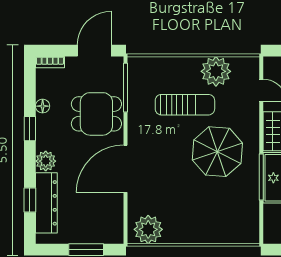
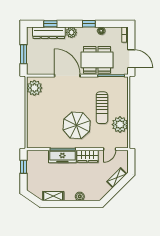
dining table: (96, 114) -> (97, 60), width x1.38

